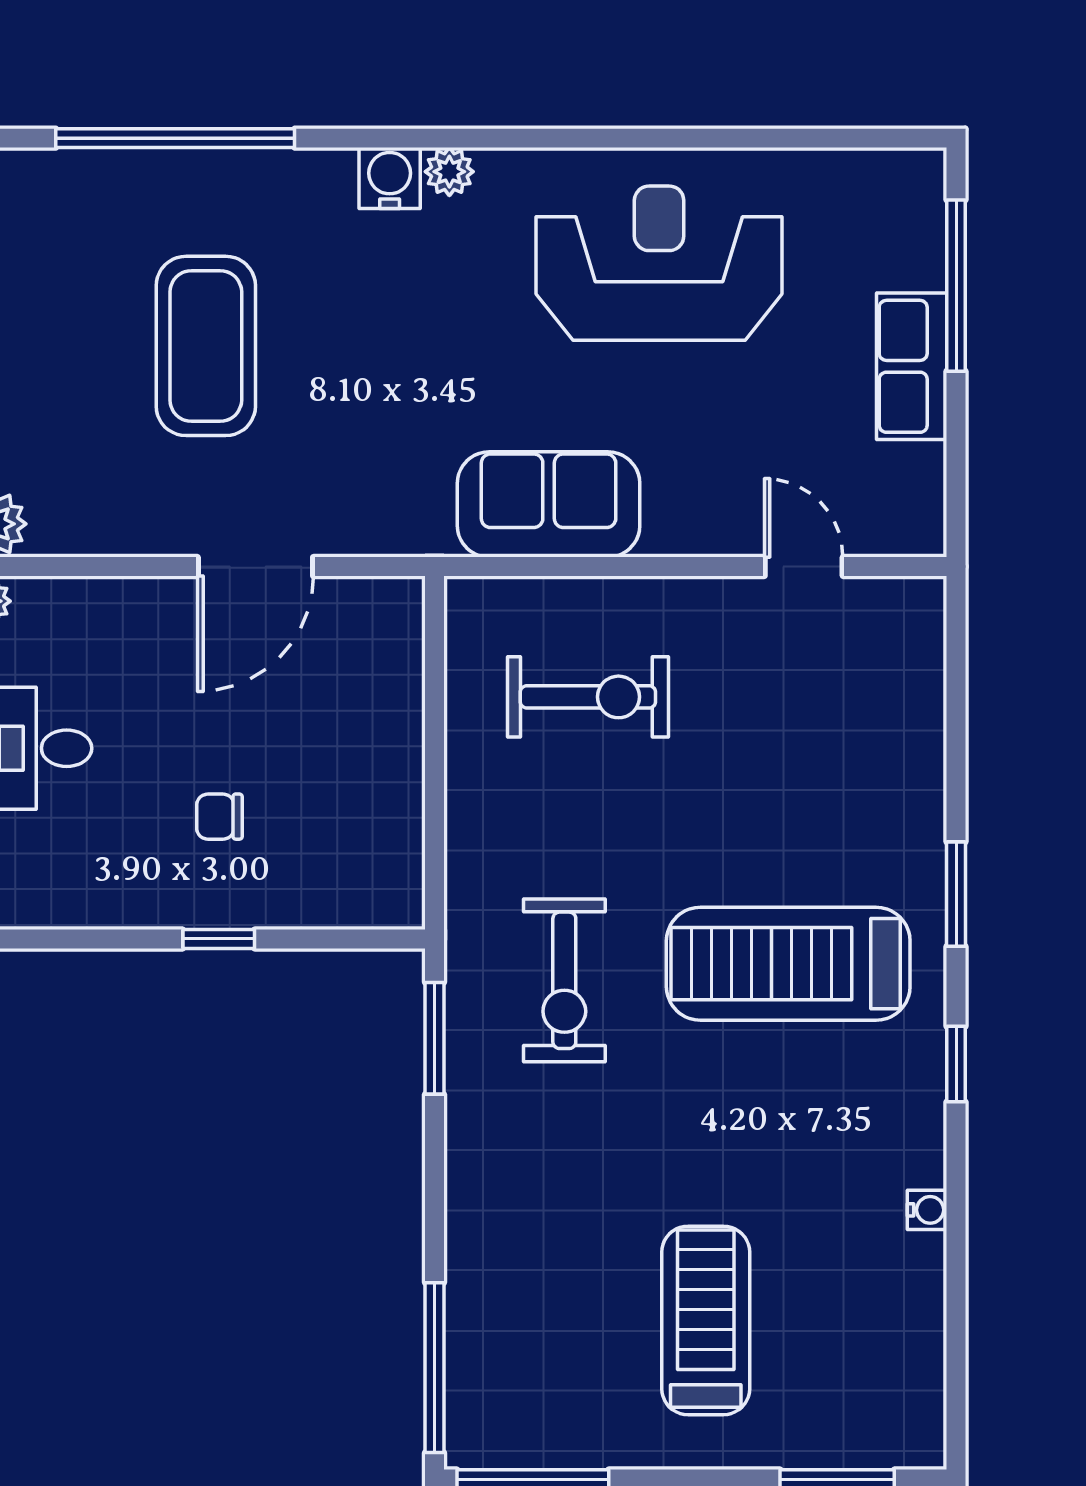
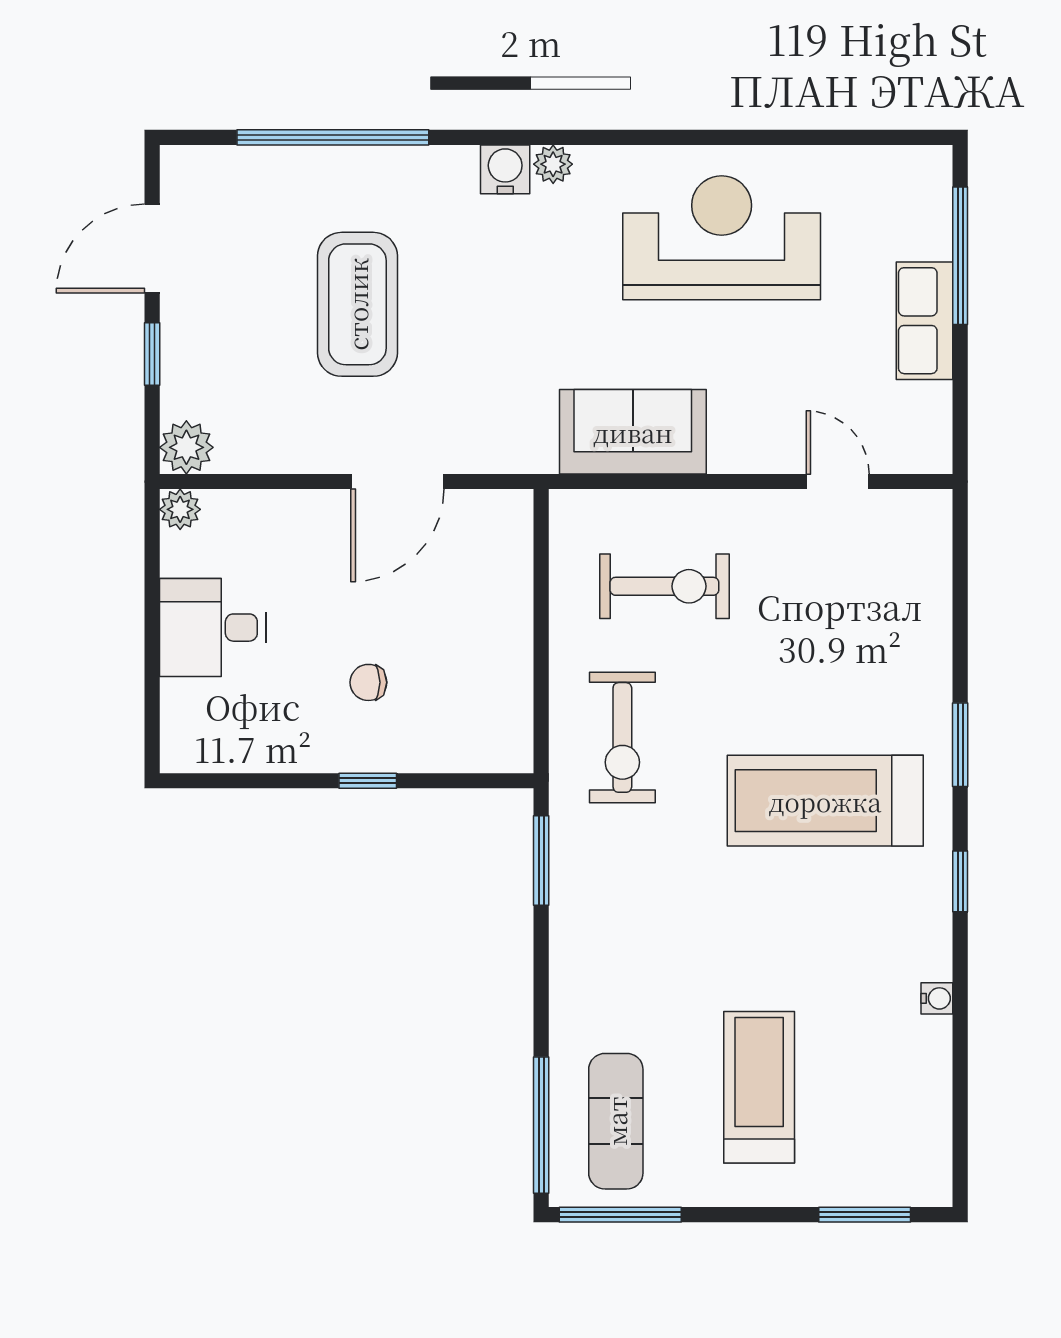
exercise bike: (564, 980) -> (622, 737), moved
exercise mat: (527, 1363) -> (616, 1121), added

